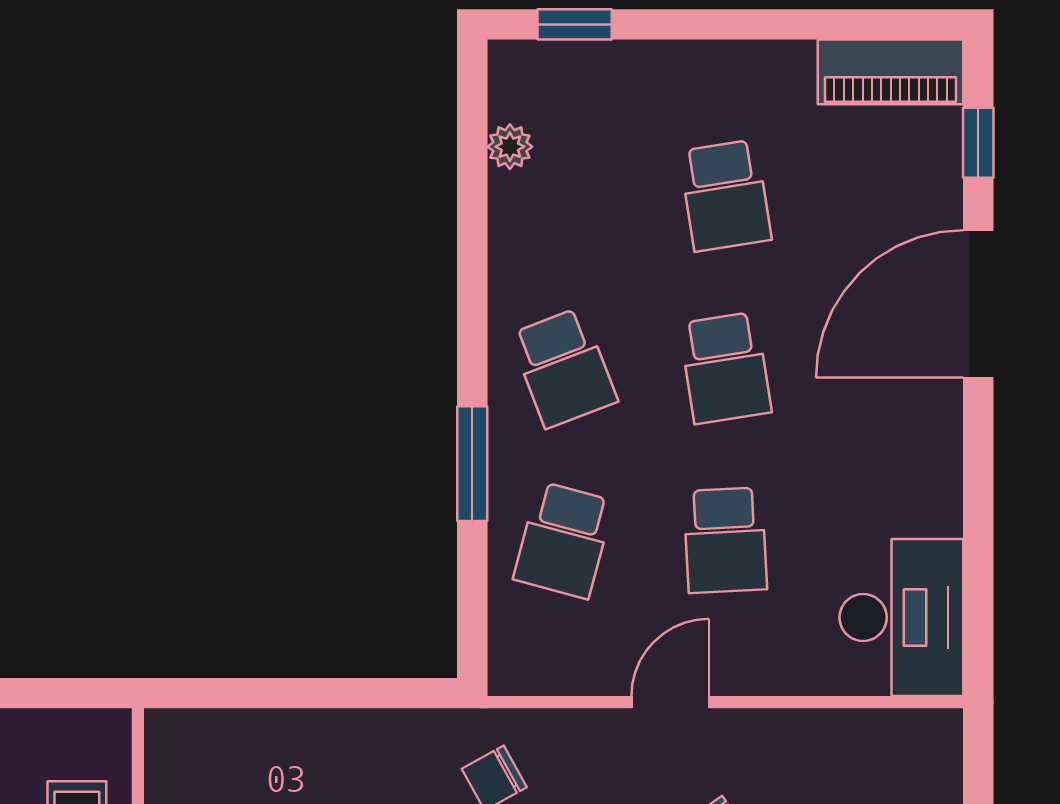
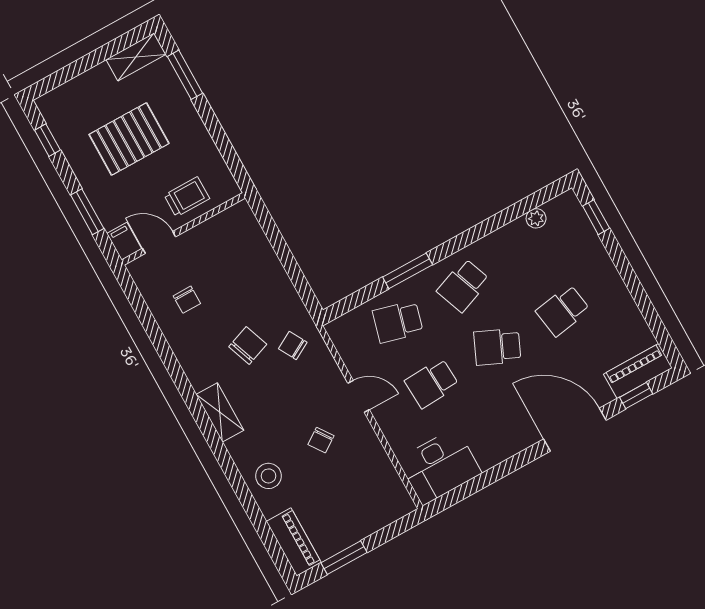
piano: (891, 72) -> (638, 371), moved, turned 90
school desk: (725, 368) -> (497, 347), turned 33

